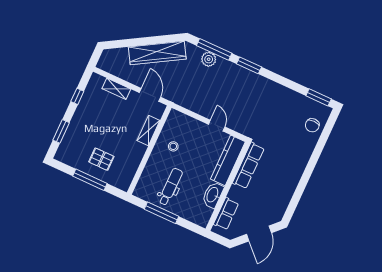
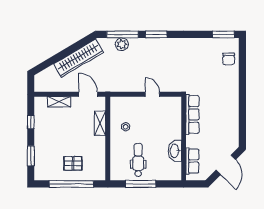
kitchen counter: (228, 160) -> (174, 118), removed
window: (90, 180) -> (71, 184), width x1.46

